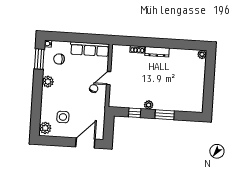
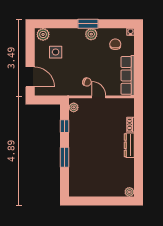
window: (39, 59) -> (88, 24), moved
plant: (149, 105) -> (74, 107), moved

